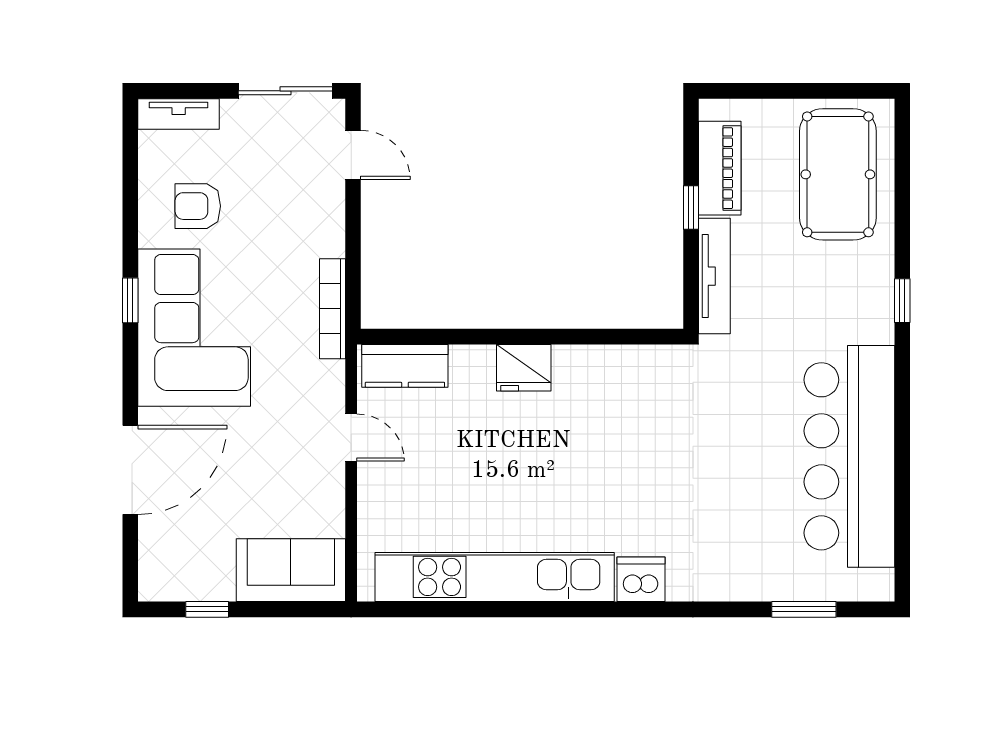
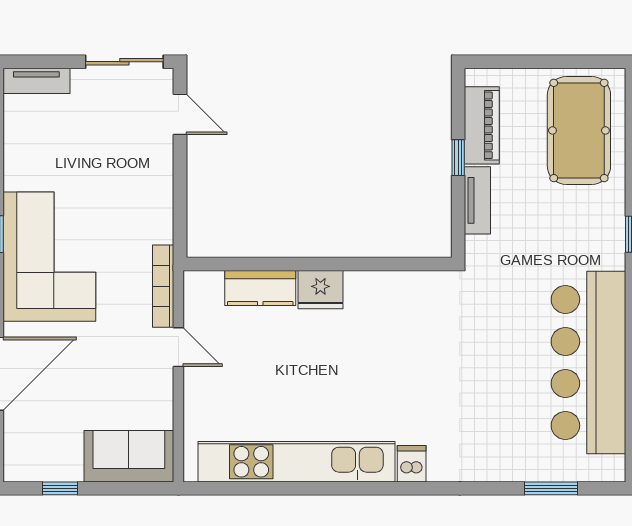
armchair: (198, 206) -> (52, 157), removed
tv unit: (714, 276) -> (477, 200), width x0.71
bookcase: (333, 309) -> (163, 286), moved
kitchen counter: (405, 366) -> (260, 288), moved
dishwasher: (641, 579) -> (412, 464), width x0.73

